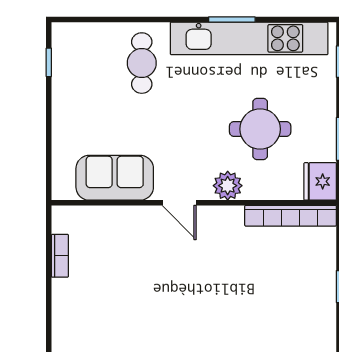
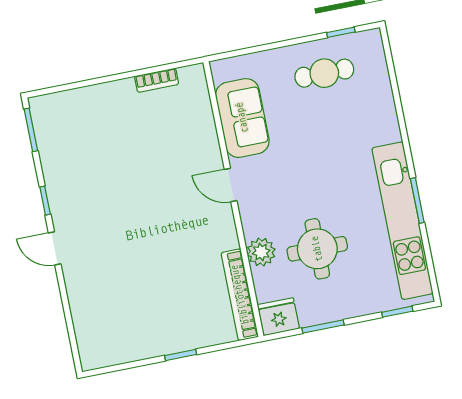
cafe table: (142, 63) -> (324, 73), moved
plant: (228, 186) -> (261, 252), moved
door: (179, 203) -> (231, 185), hinge flipped

